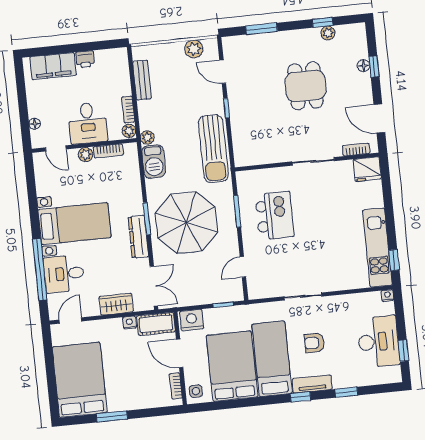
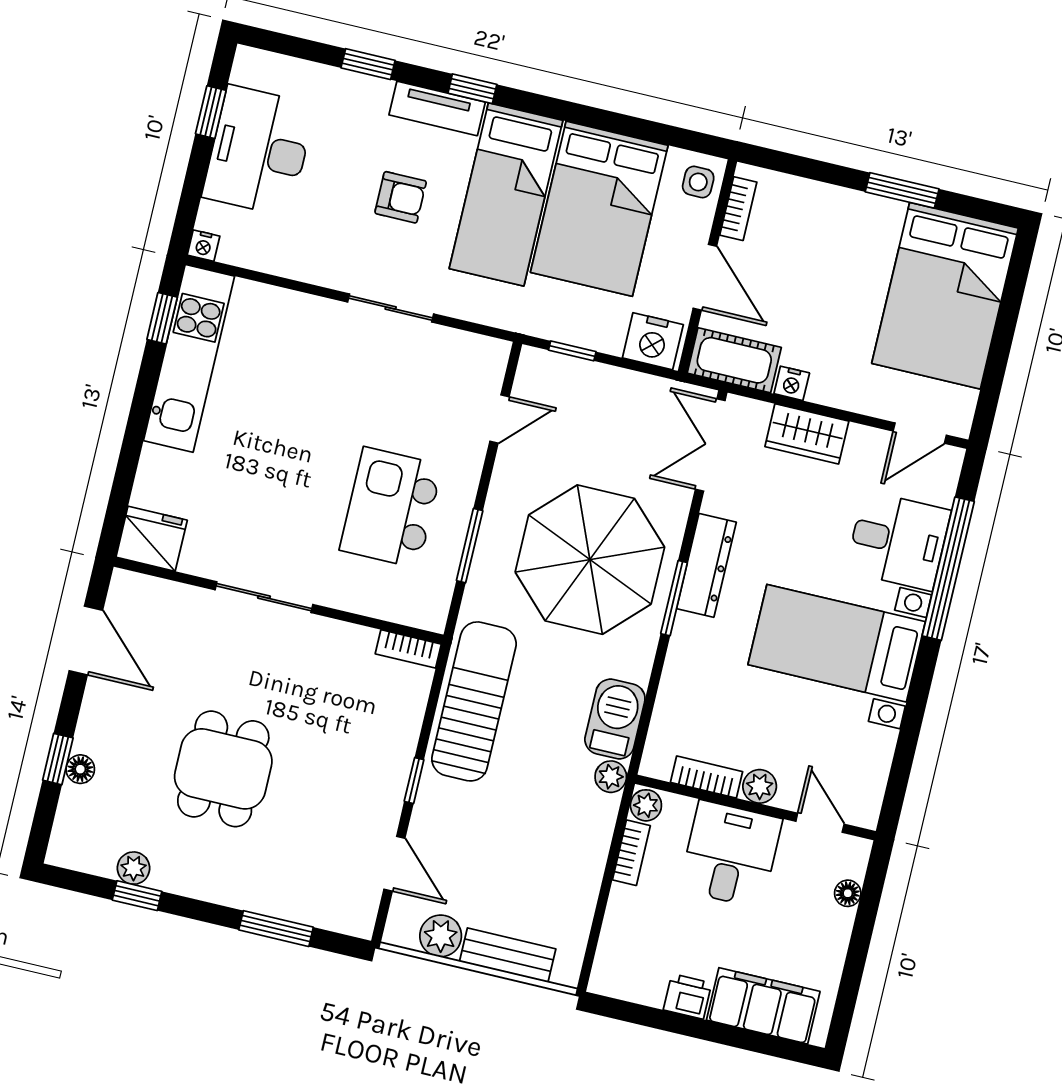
bench: (142, 80) -> (508, 955), moved, turned 90
bookcase: (356, 149) -> (408, 649), moved

